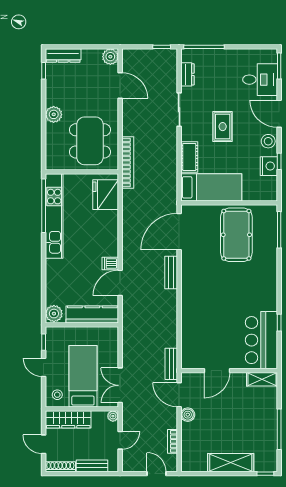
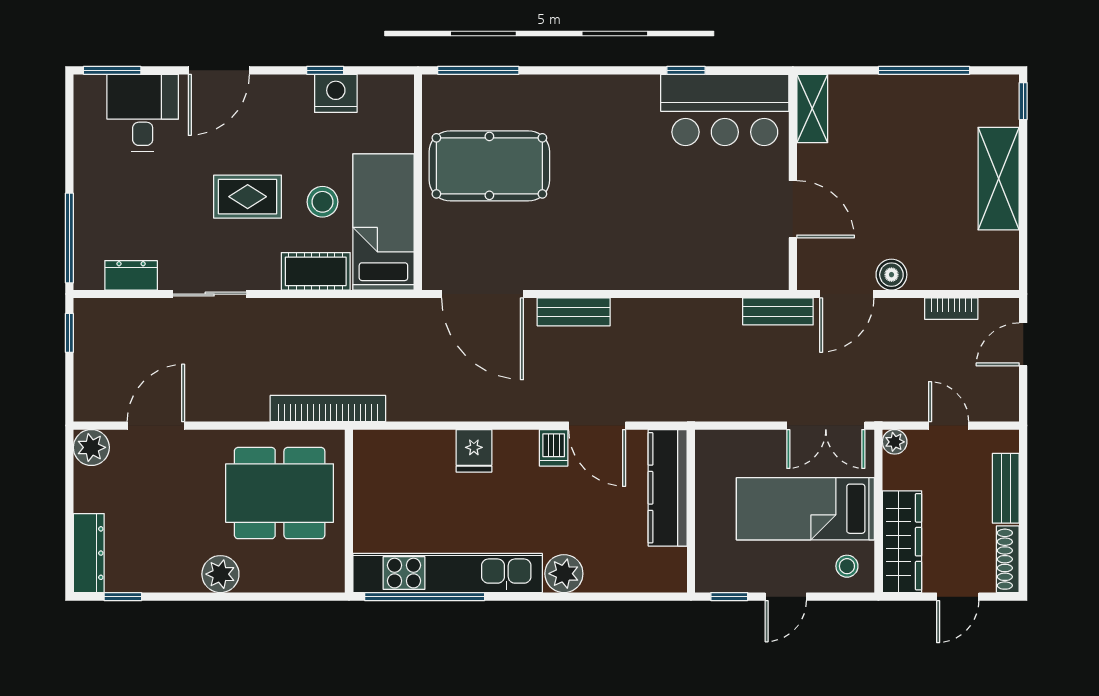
stool: (268, 141) -> (322, 202), moved
fridge: (106, 195) -> (474, 451), moved, width x0.53, depth x0.75
plant: (54, 314) -> (564, 574), moved

